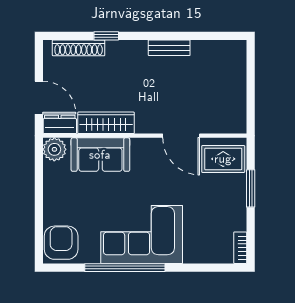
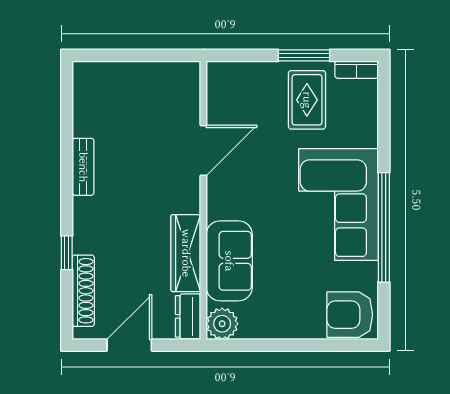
door: (39, 98) -> (129, 345), moved
rug: (223, 159) -> (307, 100), moved
window: (251, 188) -> (304, 55), moved

